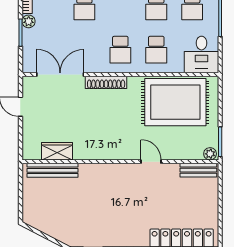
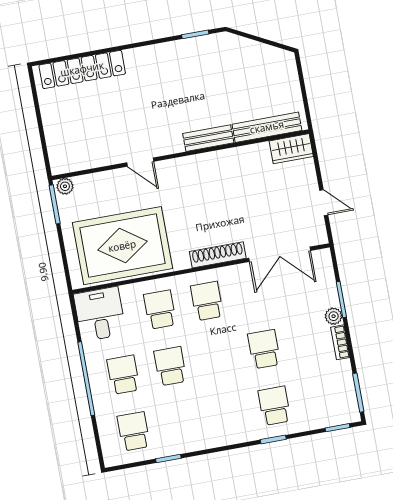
wardrobe: (57, 151) -> (291, 149), moved
bench: (198, 170) -> (208, 138), moved

